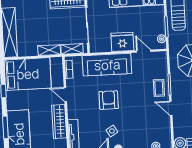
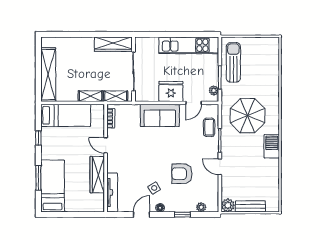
door: (144, 51) -> (193, 103), swing flipped
sofa: (107, 65) -> (160, 115), width x0.73
bed: (28, 74) -> (66, 115), width x0.67
coffee table: (159, 88) -> (209, 127), moved
armchair: (109, 100) -> (182, 174), moved, turned -90

